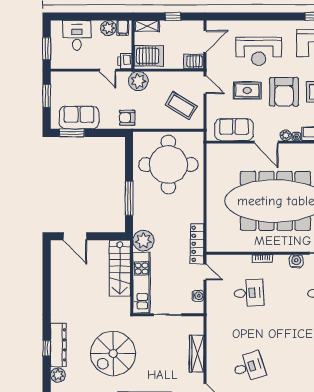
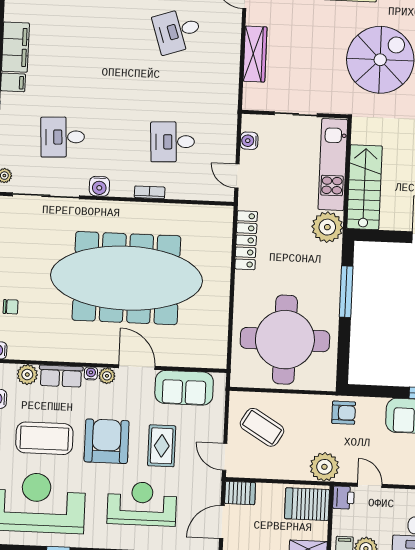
rug: (247, 90) -> (162, 446), turned 90
locker: (197, 244) -> (246, 240), moved

